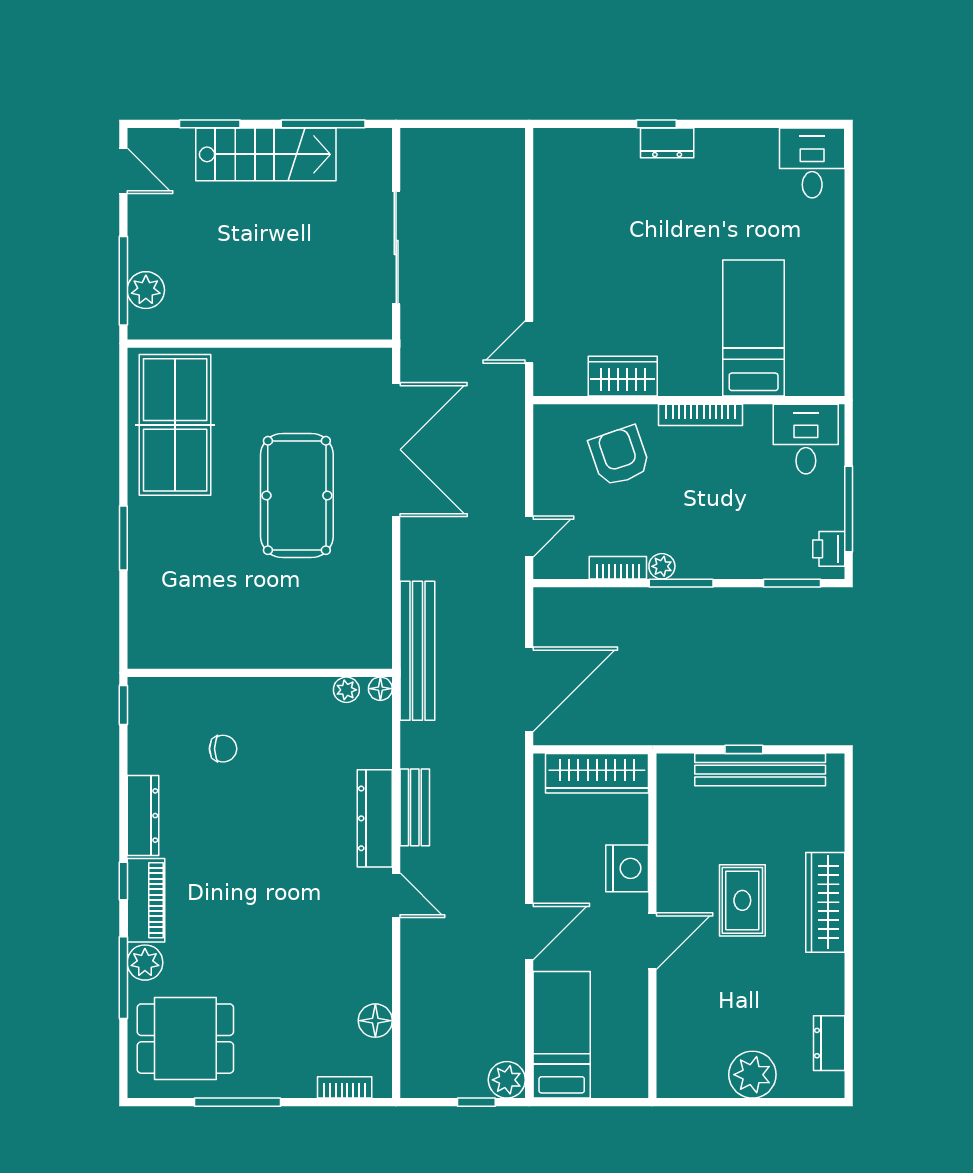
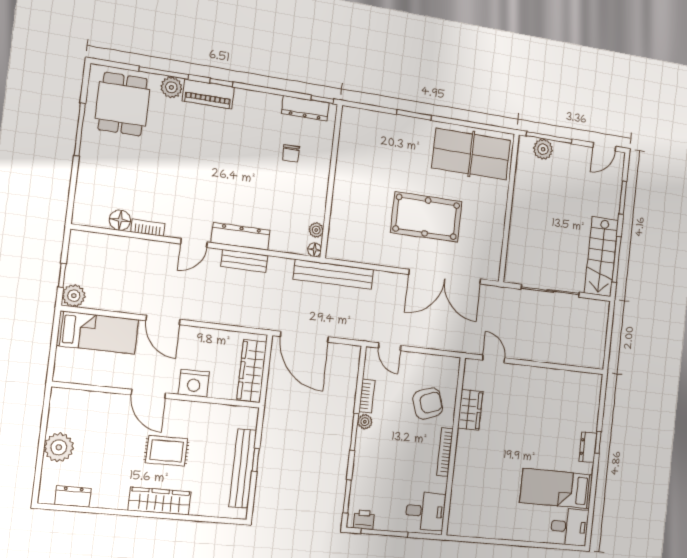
stairs: (266, 154) -> (601, 257), moved
bed: (754, 328) -> (556, 489), moved, turned 180
dresser: (143, 816) -> (305, 108), moved
bookcase: (345, 1087) -> (148, 228), moved, turned -90

